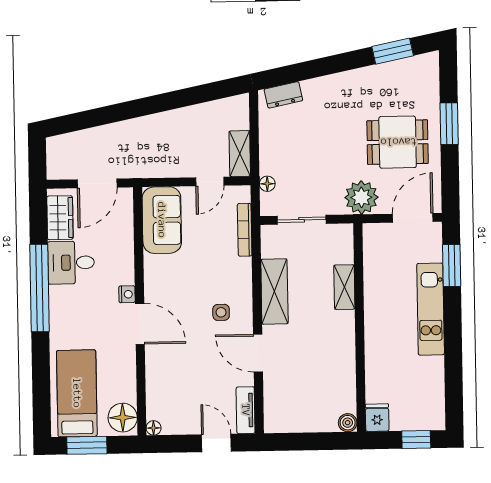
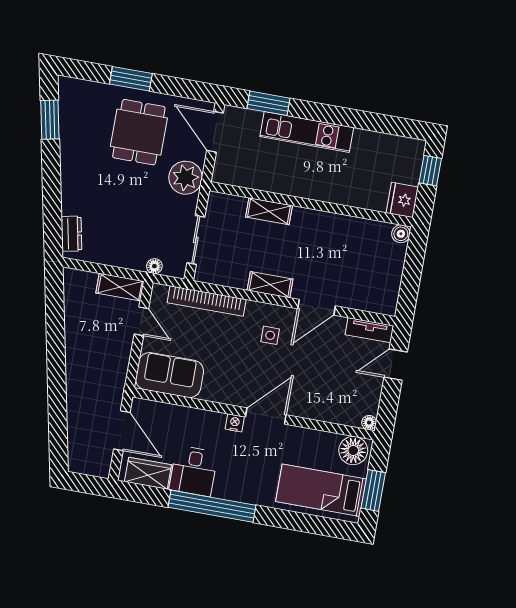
bookcase: (245, 230) -> (207, 301), width x1.48, depth x1.31
shelving: (274, 292) -> (270, 285), width x0.67, depth x0.75
fridge: (377, 418) -> (402, 200), width x1.38

